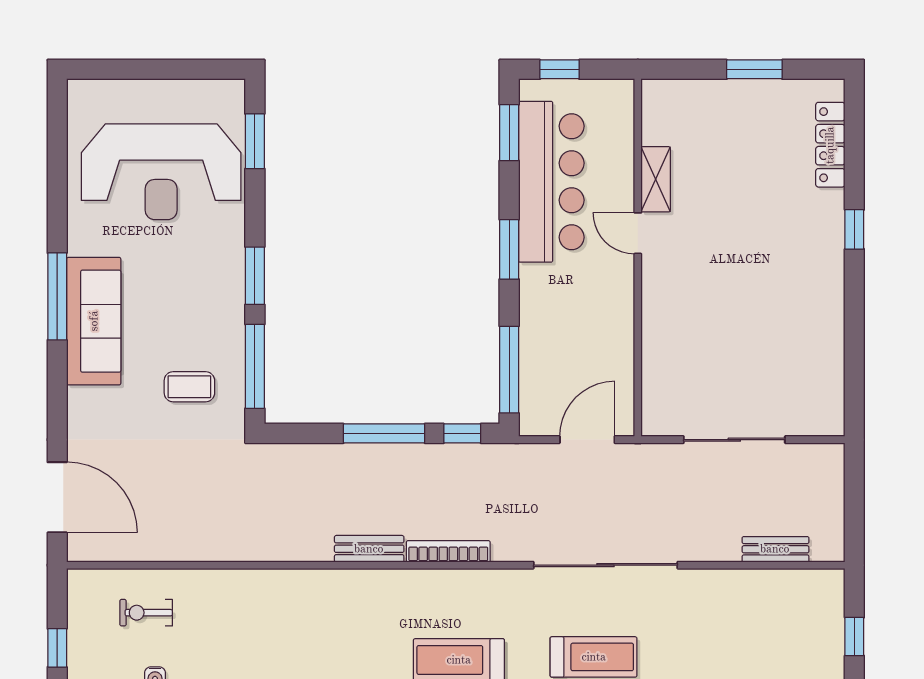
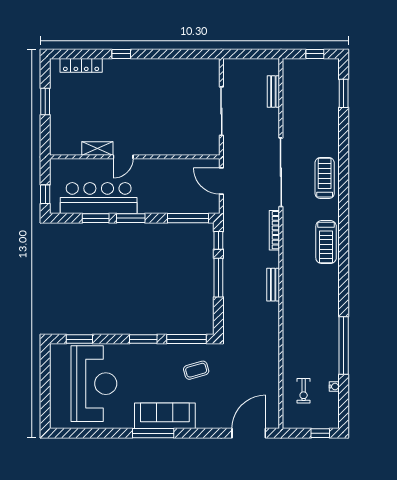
window: (509, 133) -> (96, 218), moved
coffee table: (189, 387) -> (196, 370), turned 74
bookcase: (448, 551) -> (274, 230), moved

